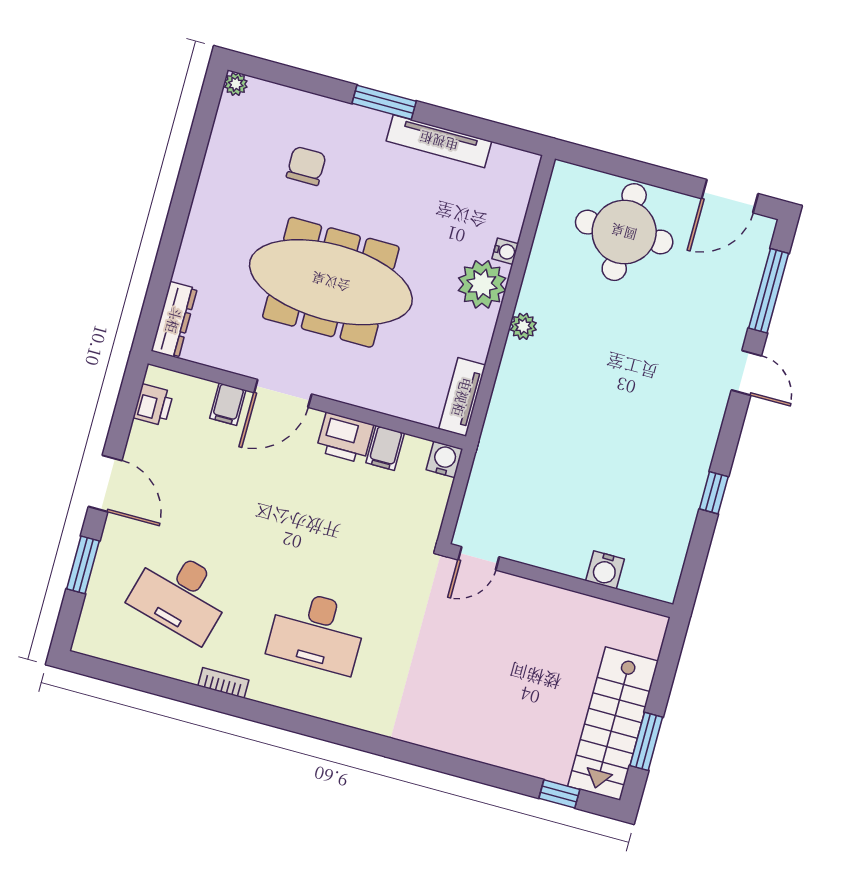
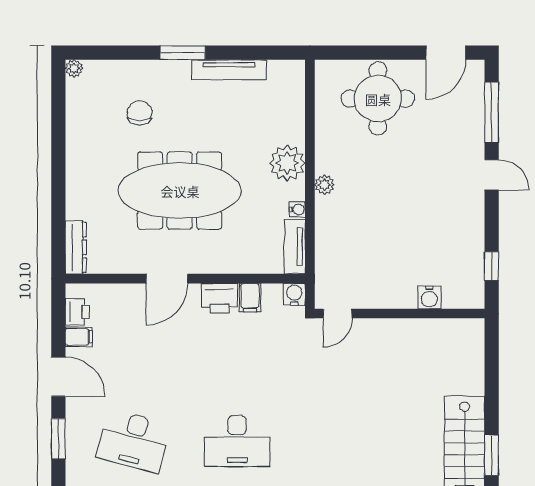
water cooler: (505, 251) -> (297, 209), moved
filing cabinet: (228, 404) -> (79, 337), moved, turned -90
door: (479, 558) -> (338, 314), moved
water cooler: (605, 570) -> (429, 297), moved
wall: (560, 580) -> (400, 314), moved

